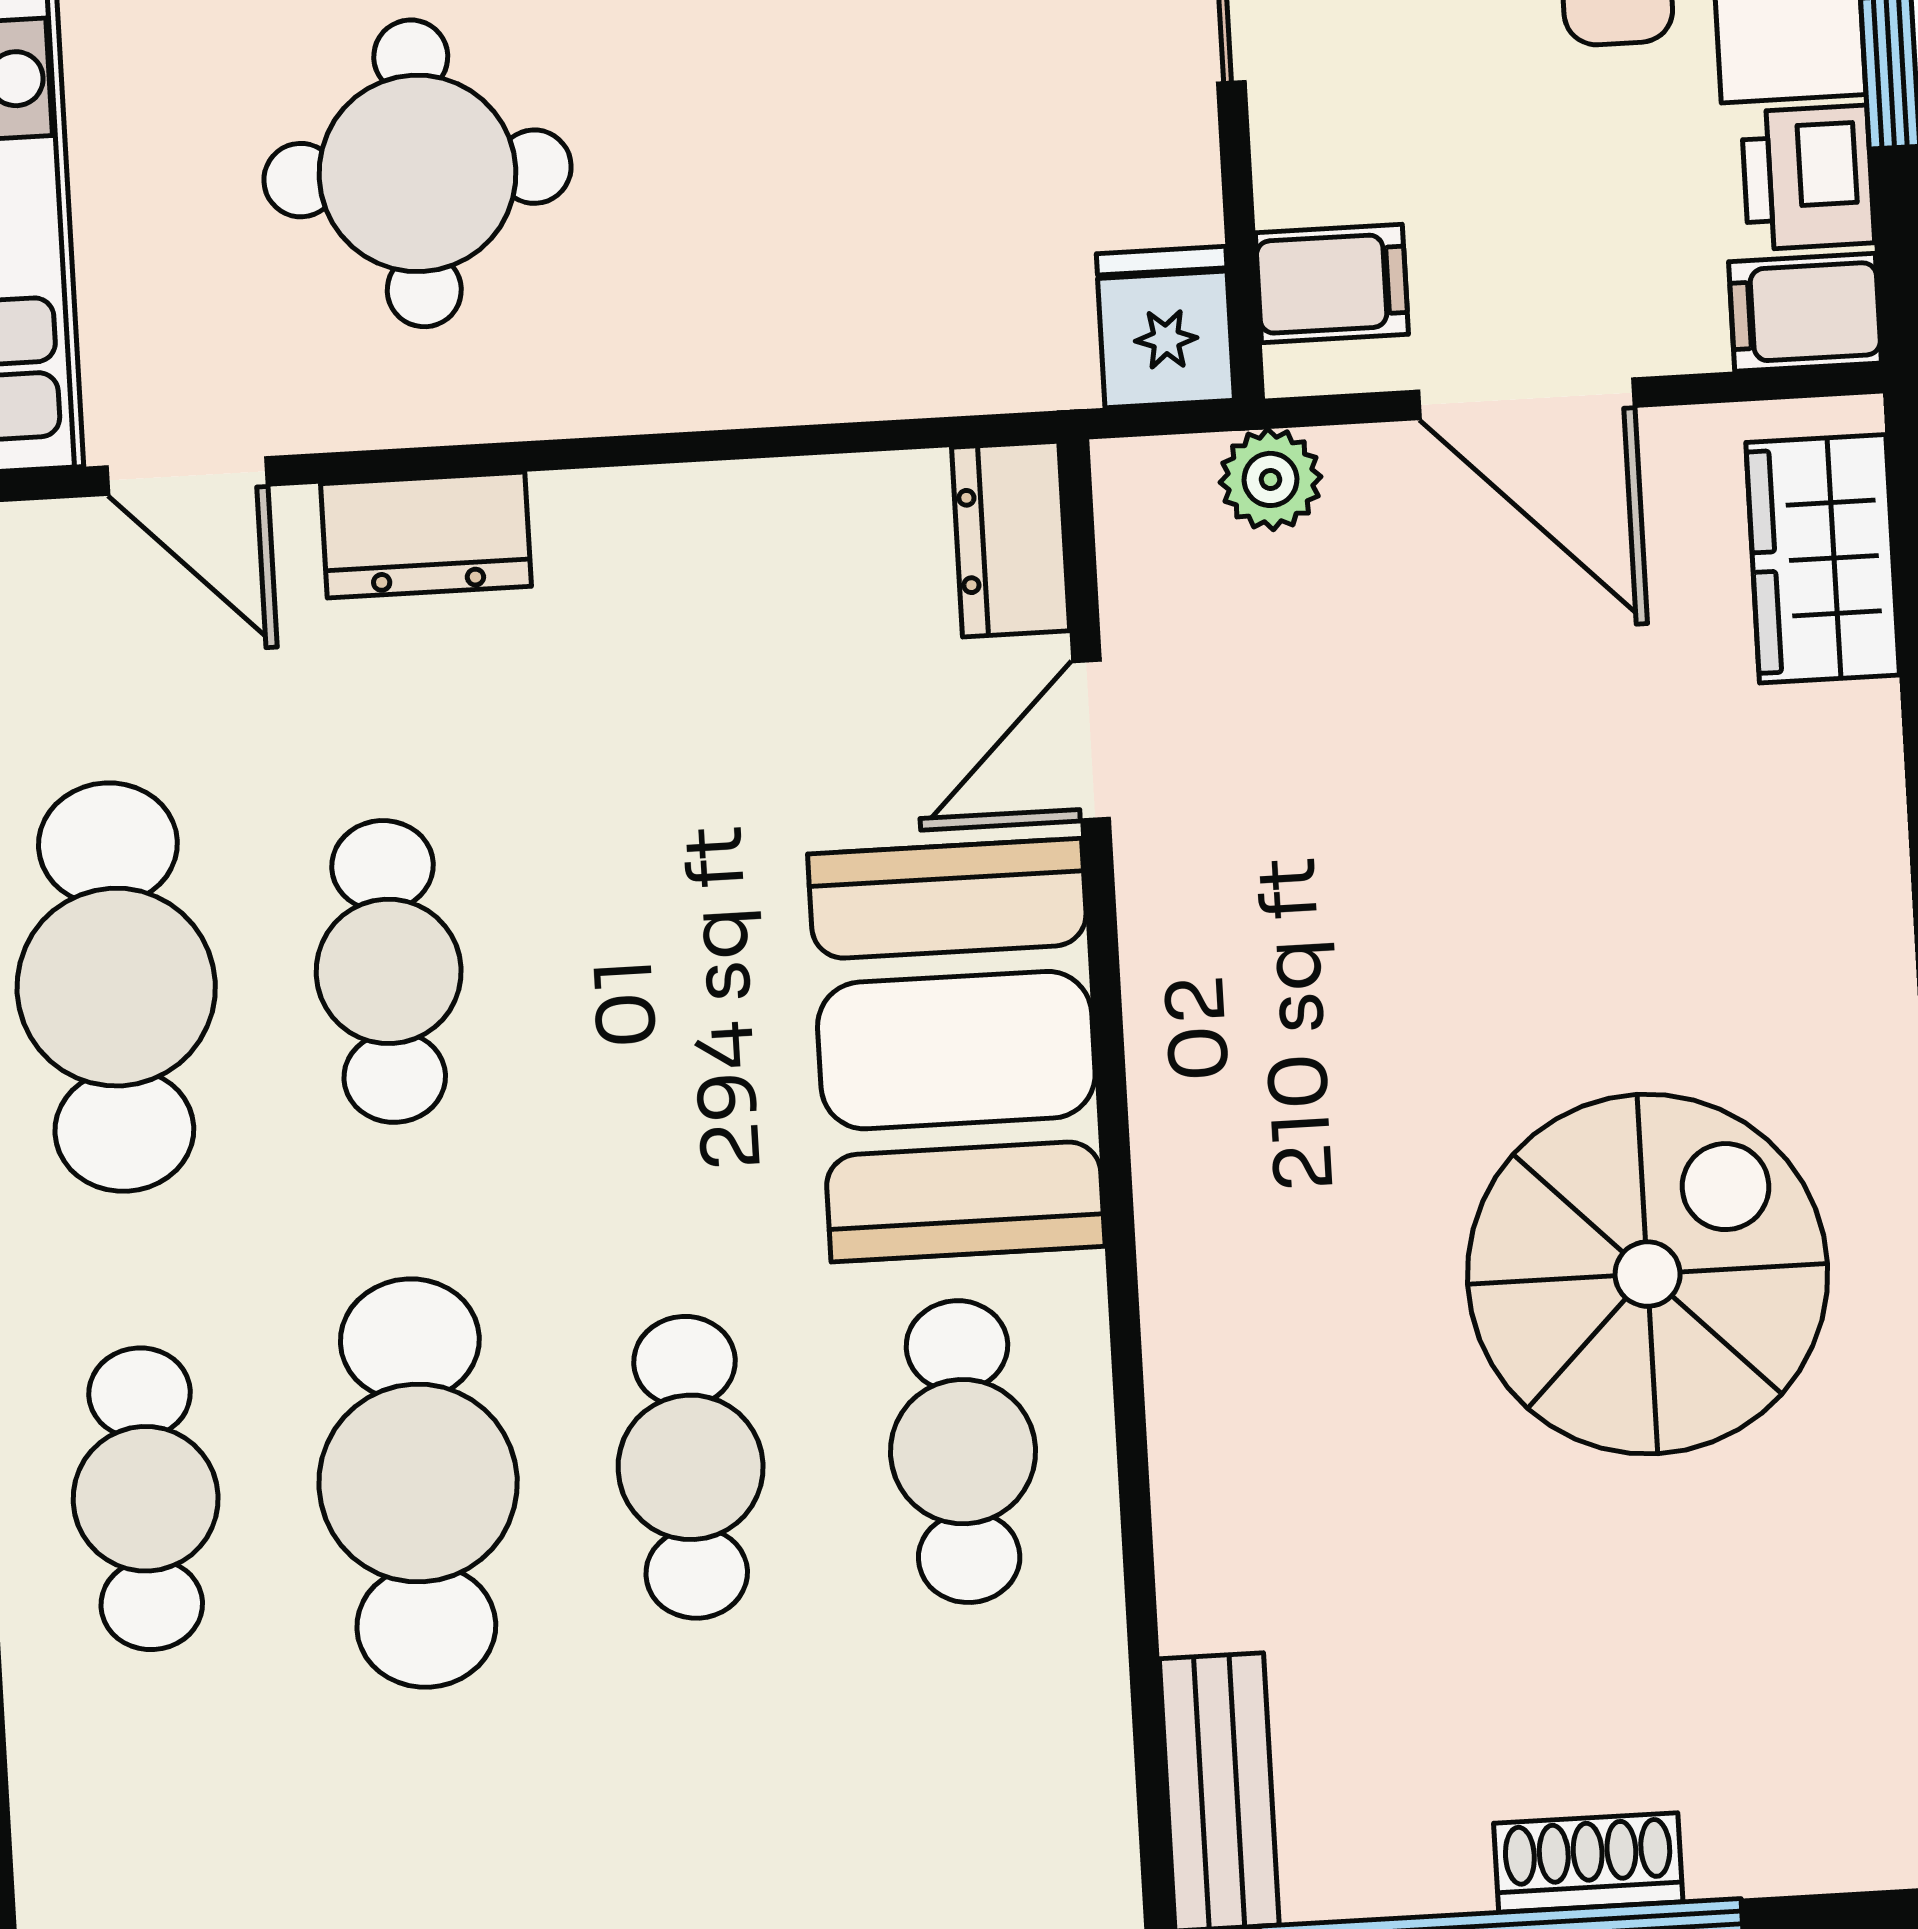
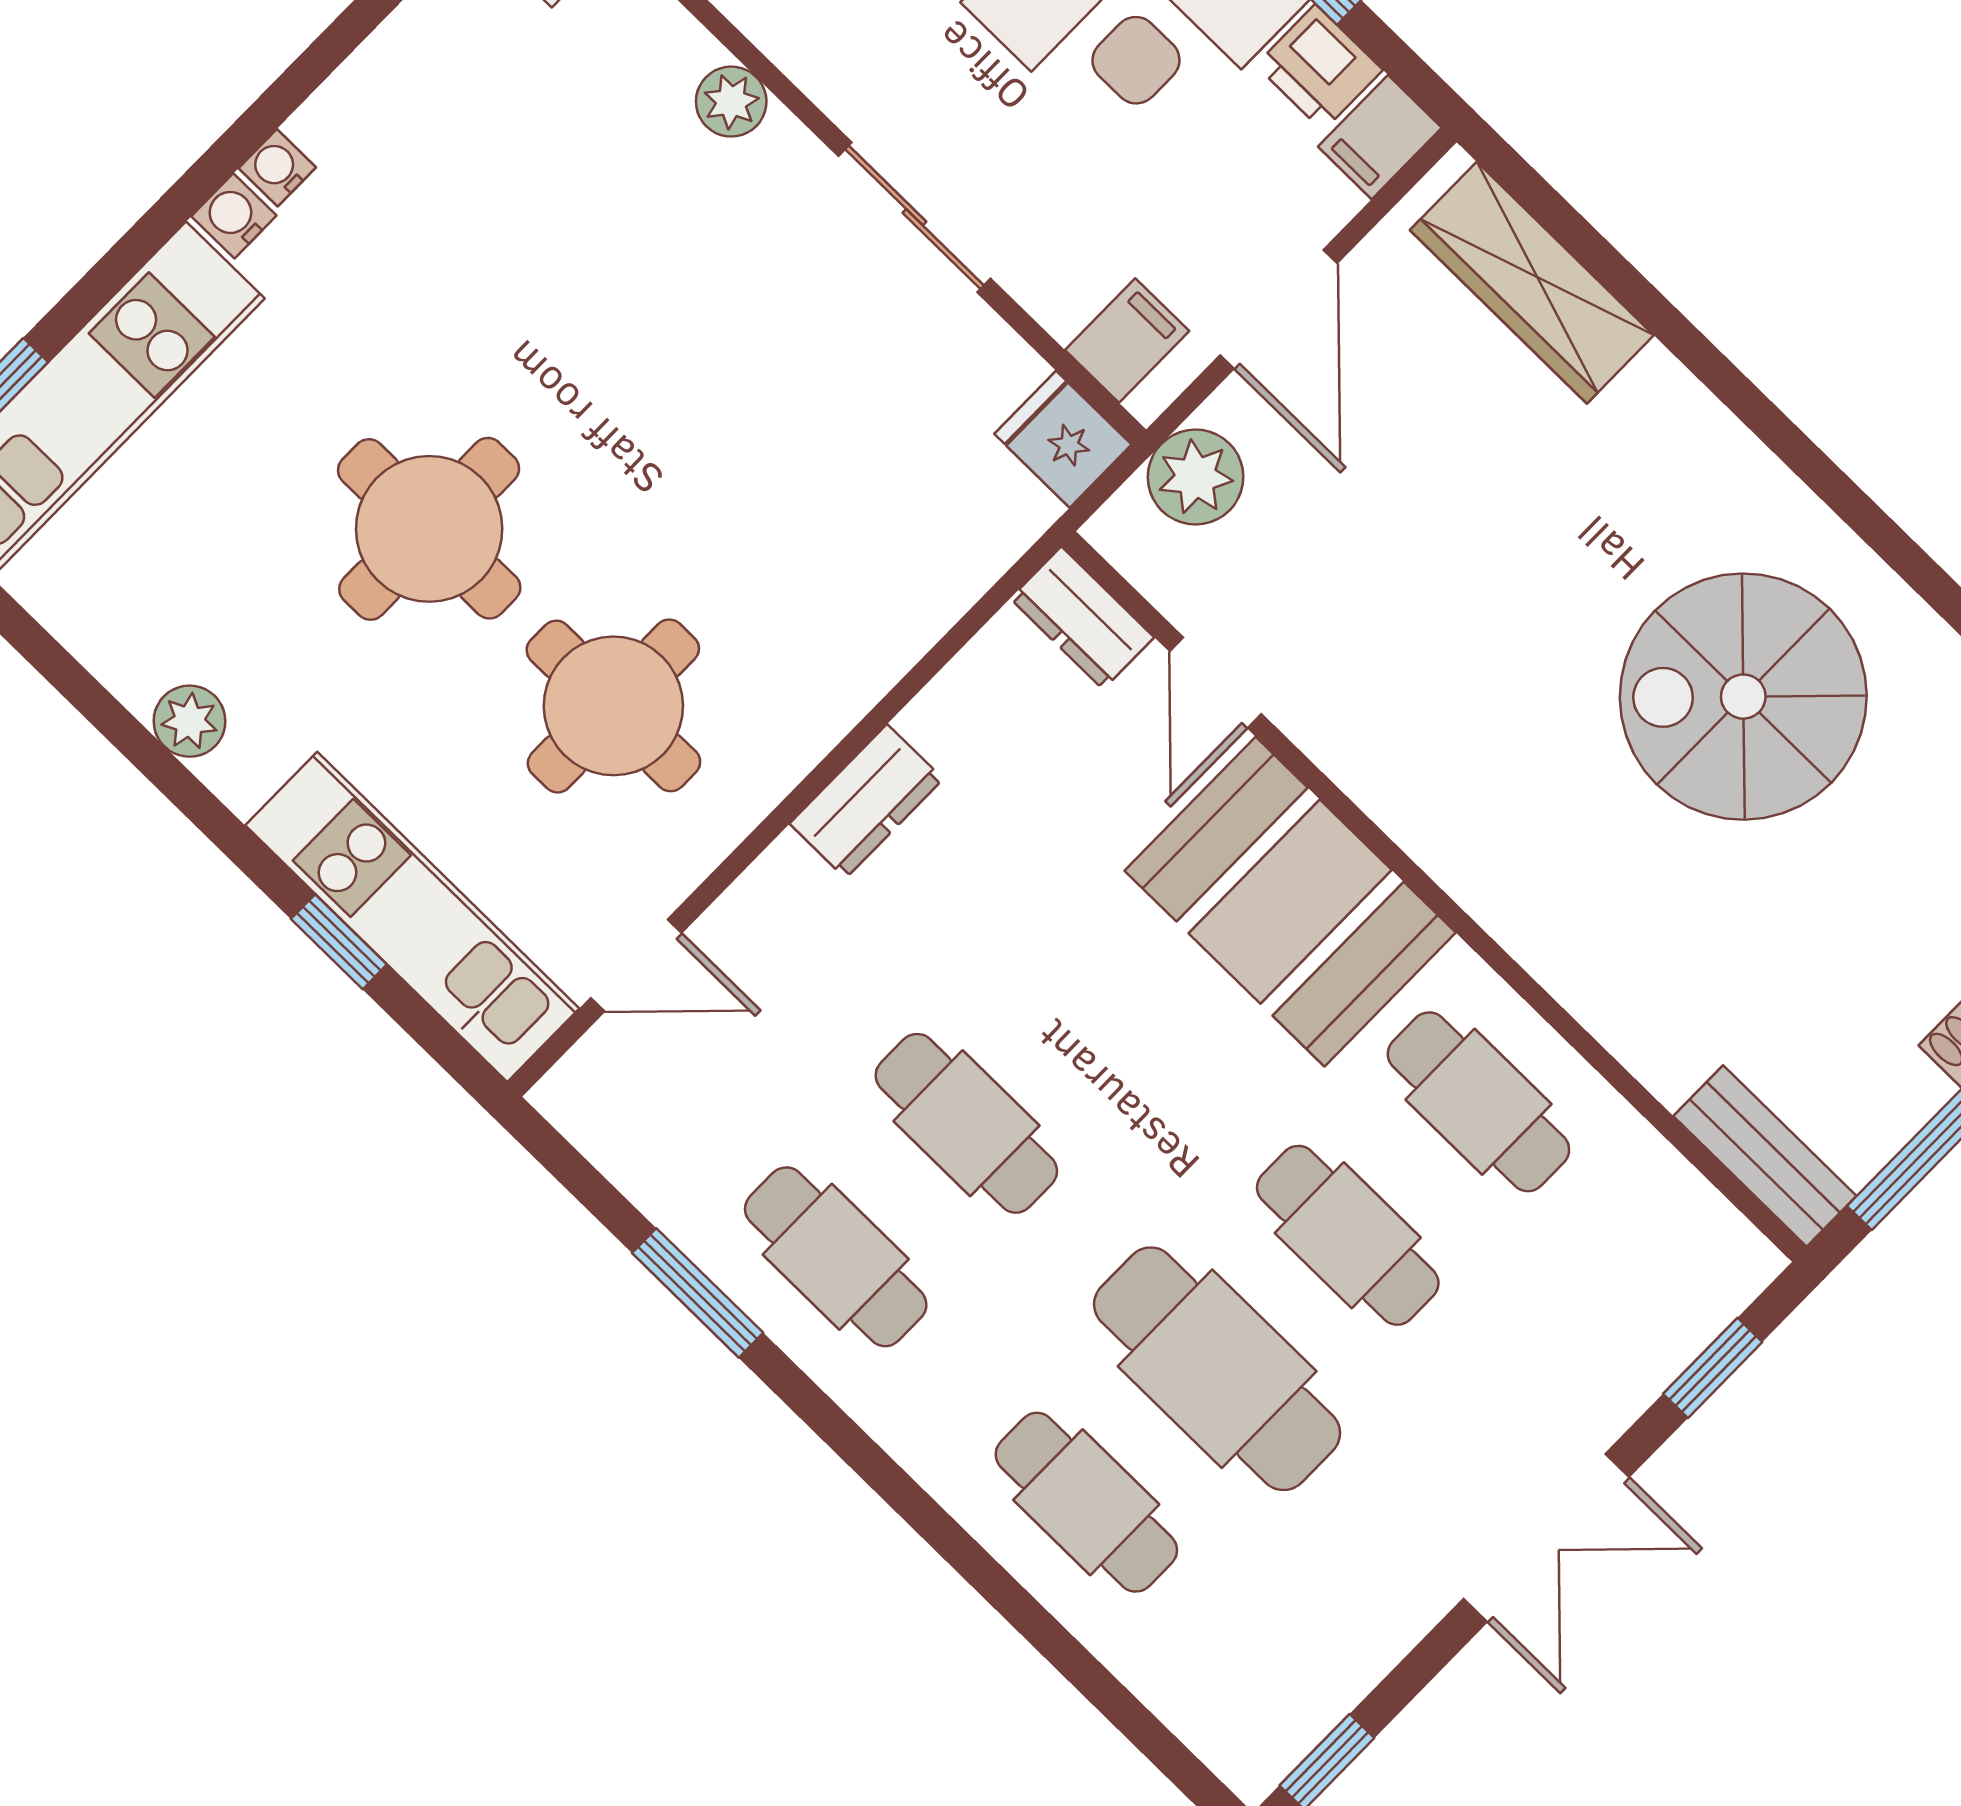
door: (1526, 399) -> (1279, 309), hinge flipped
plant: (1270, 479) -> (1196, 477), width x1.38, depth x1.38
dresser: (426, 535) -> (866, 801), moved
wardrobe: (1823, 559) -> (1532, 283), width x1.50
cafe table: (116, 987) -> (836, 1257), width x0.73, depth x0.74
spiral stairs: (1648, 1274) -> (1743, 697), turned -90

